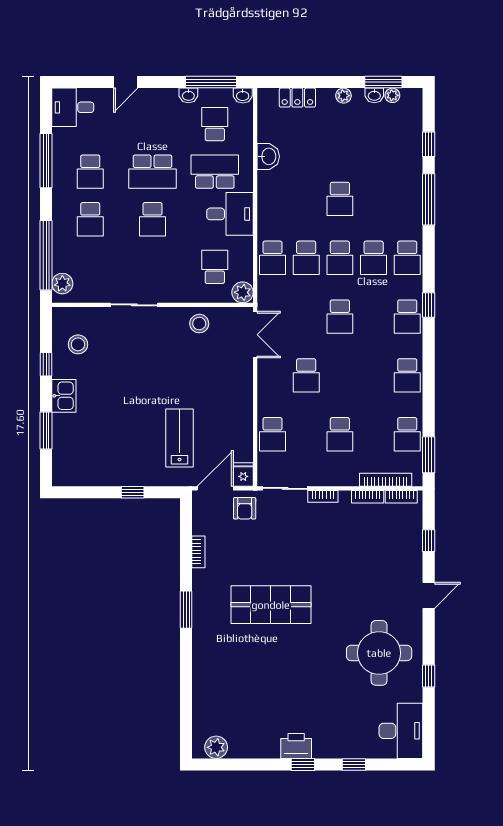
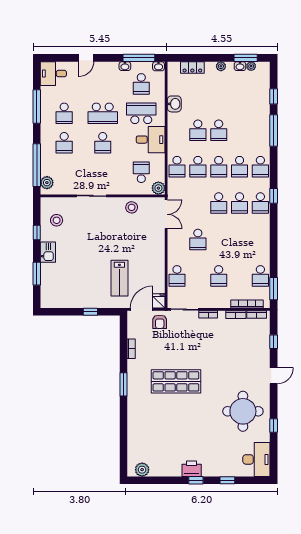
school desk: (215, 124) -> (141, 84), turned 180
school desk: (306, 199) -> (198, 130), added
school desk: (407, 375) -> (240, 203), moved
lab bench: (180, 438) -> (119, 278), turned 180

